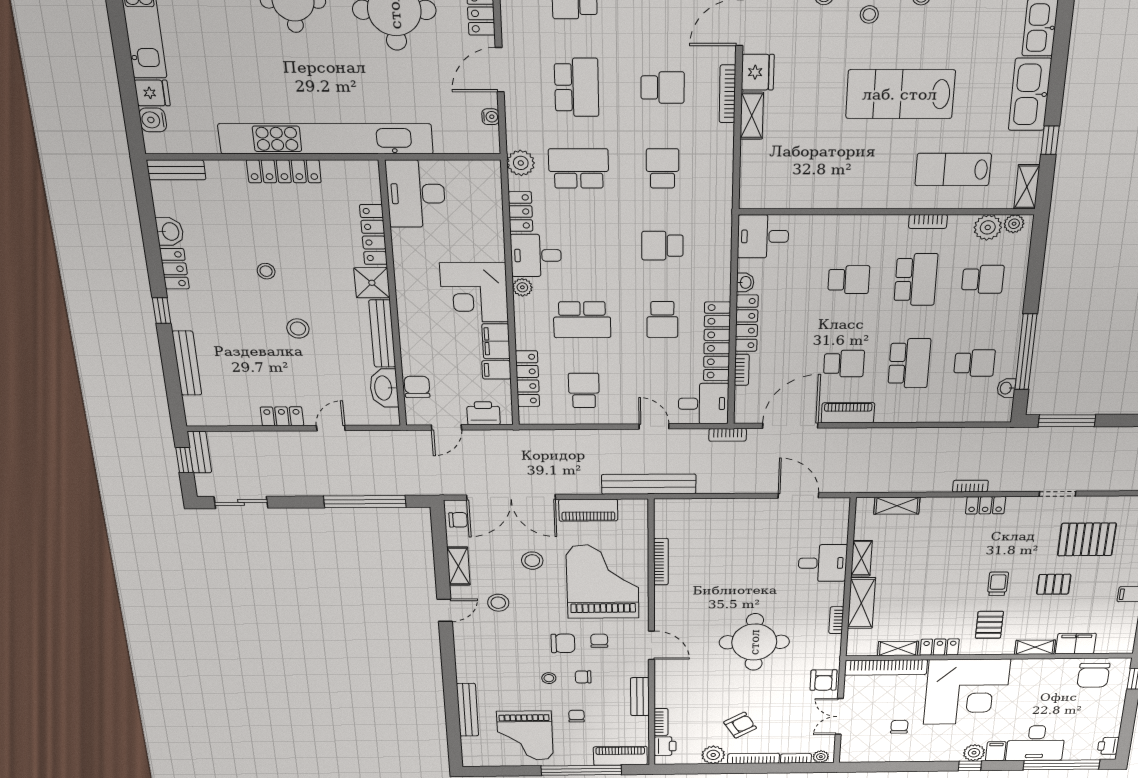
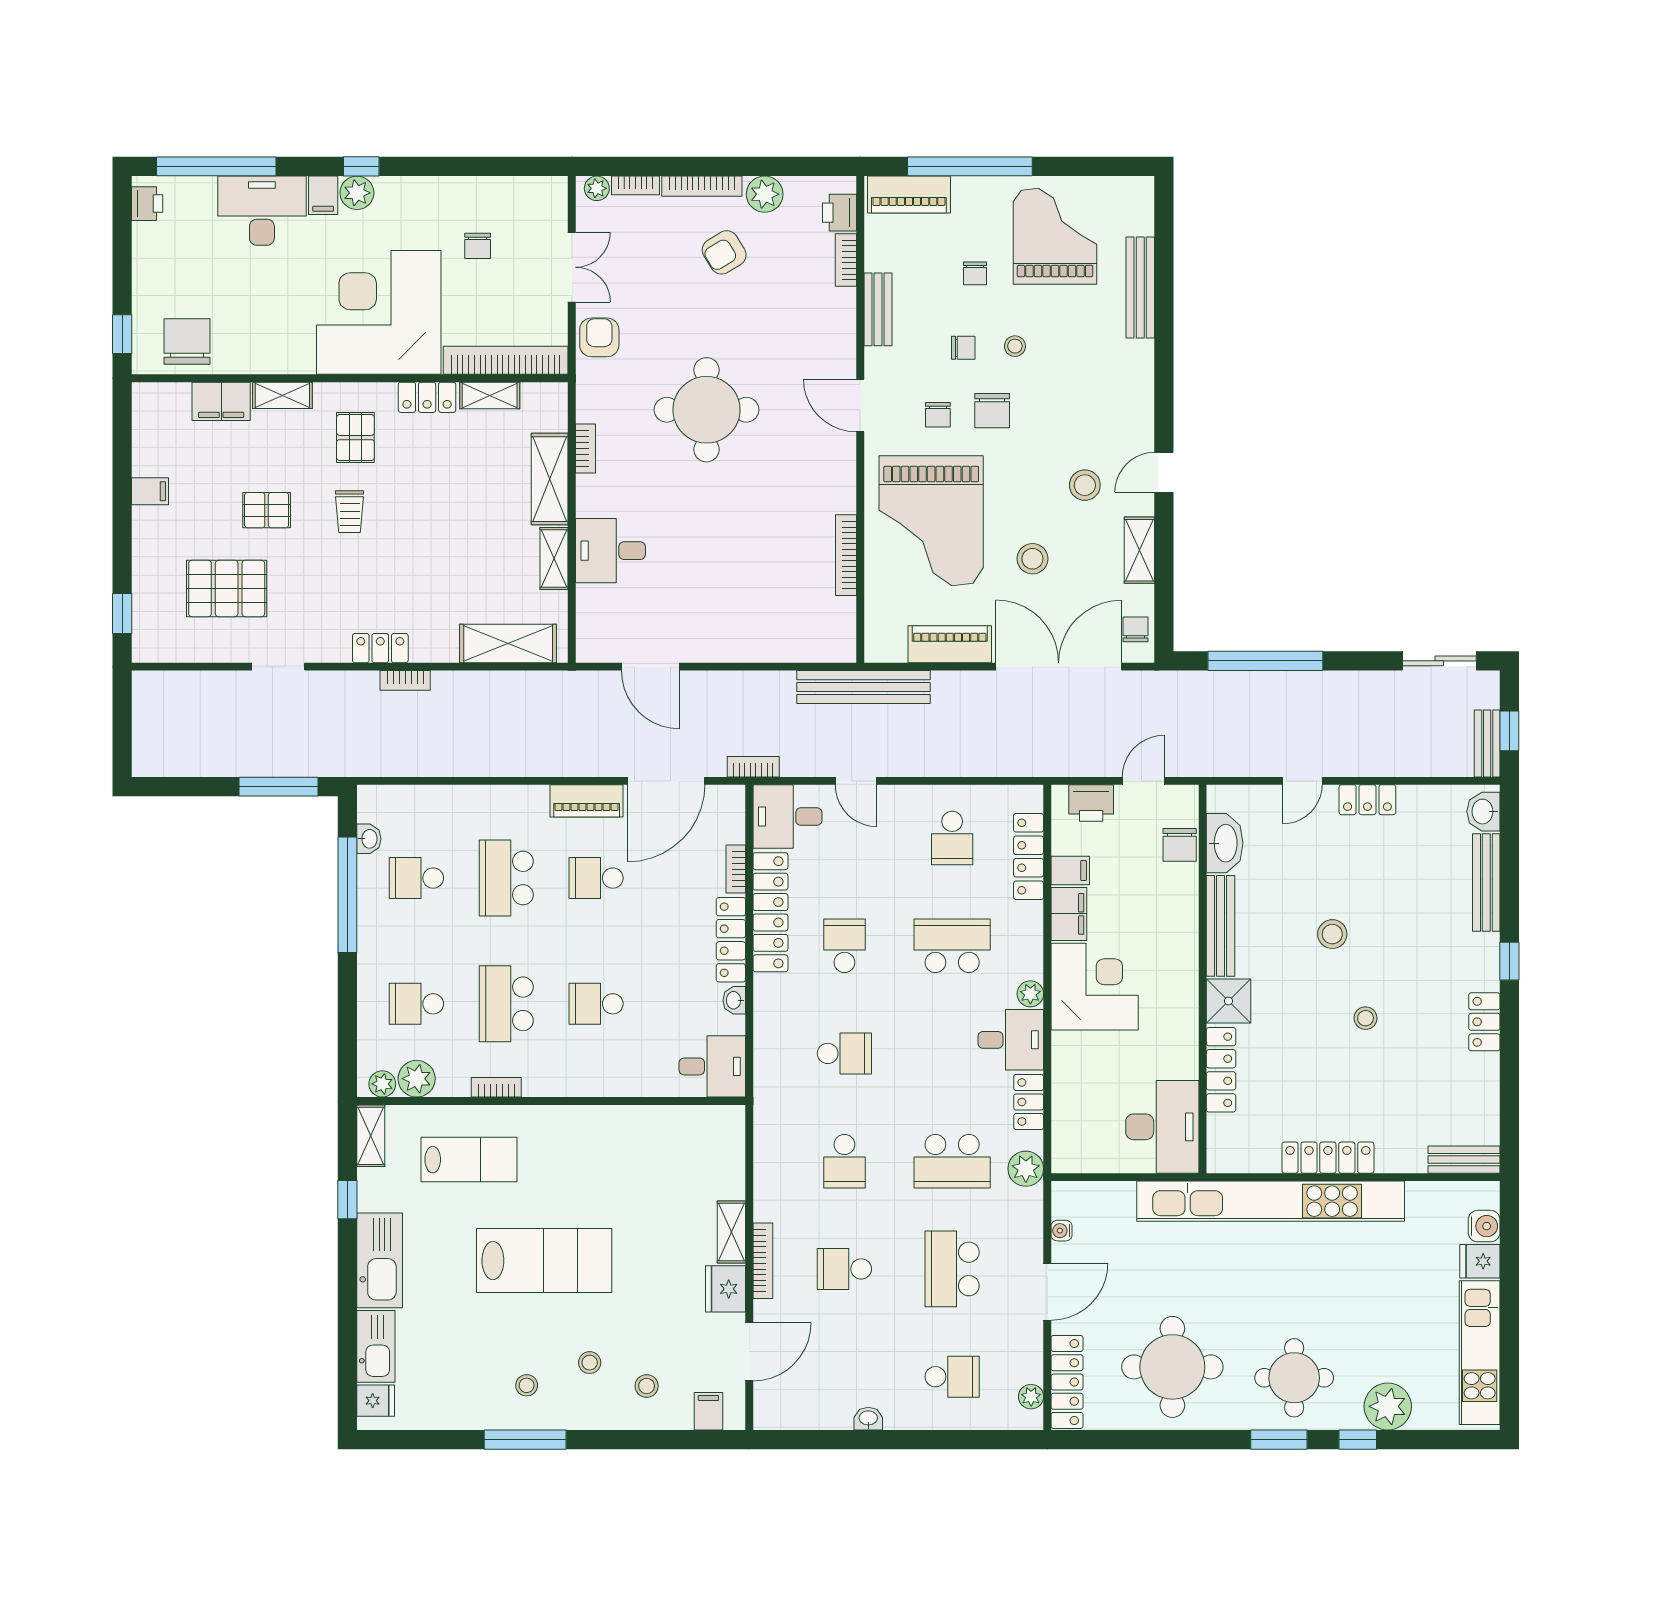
washbasin: (170, 231) -> (1483, 812), moved
shelving: (897, 506) -> (508, 644), width x1.50, depth x1.33
chair: (458, 520) -> (1136, 629), turned 90
chair: (563, 643) -> (992, 411), turned -90

